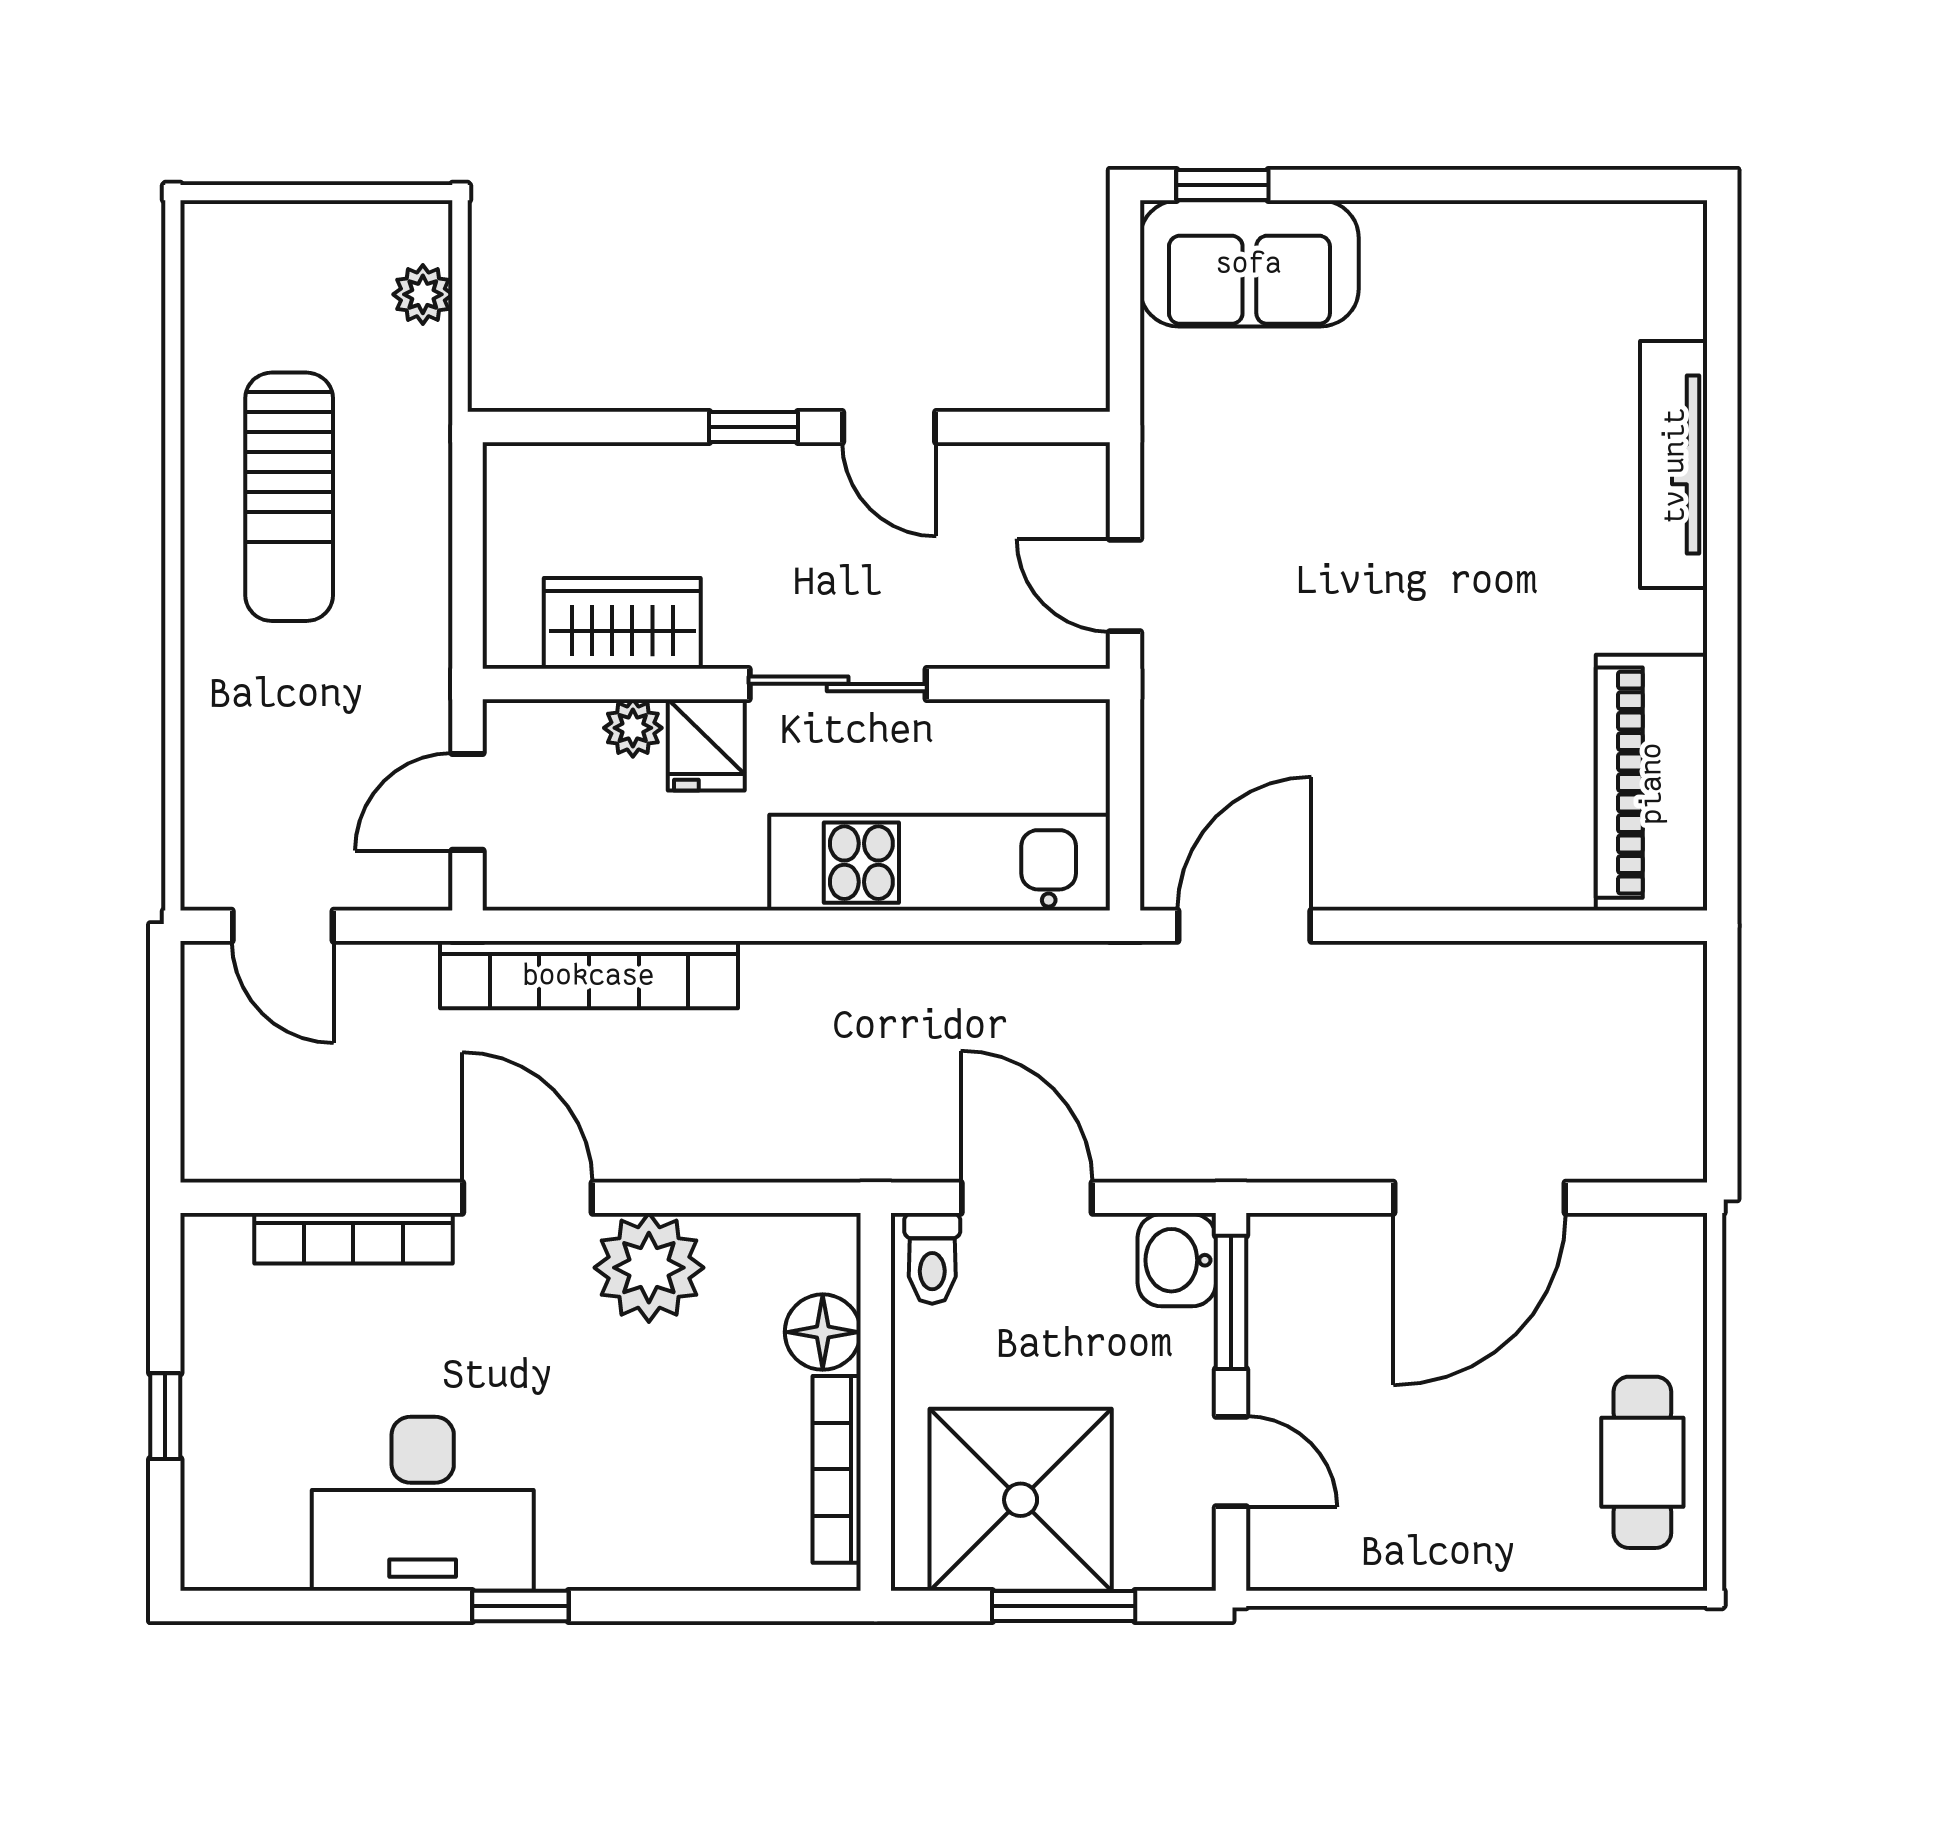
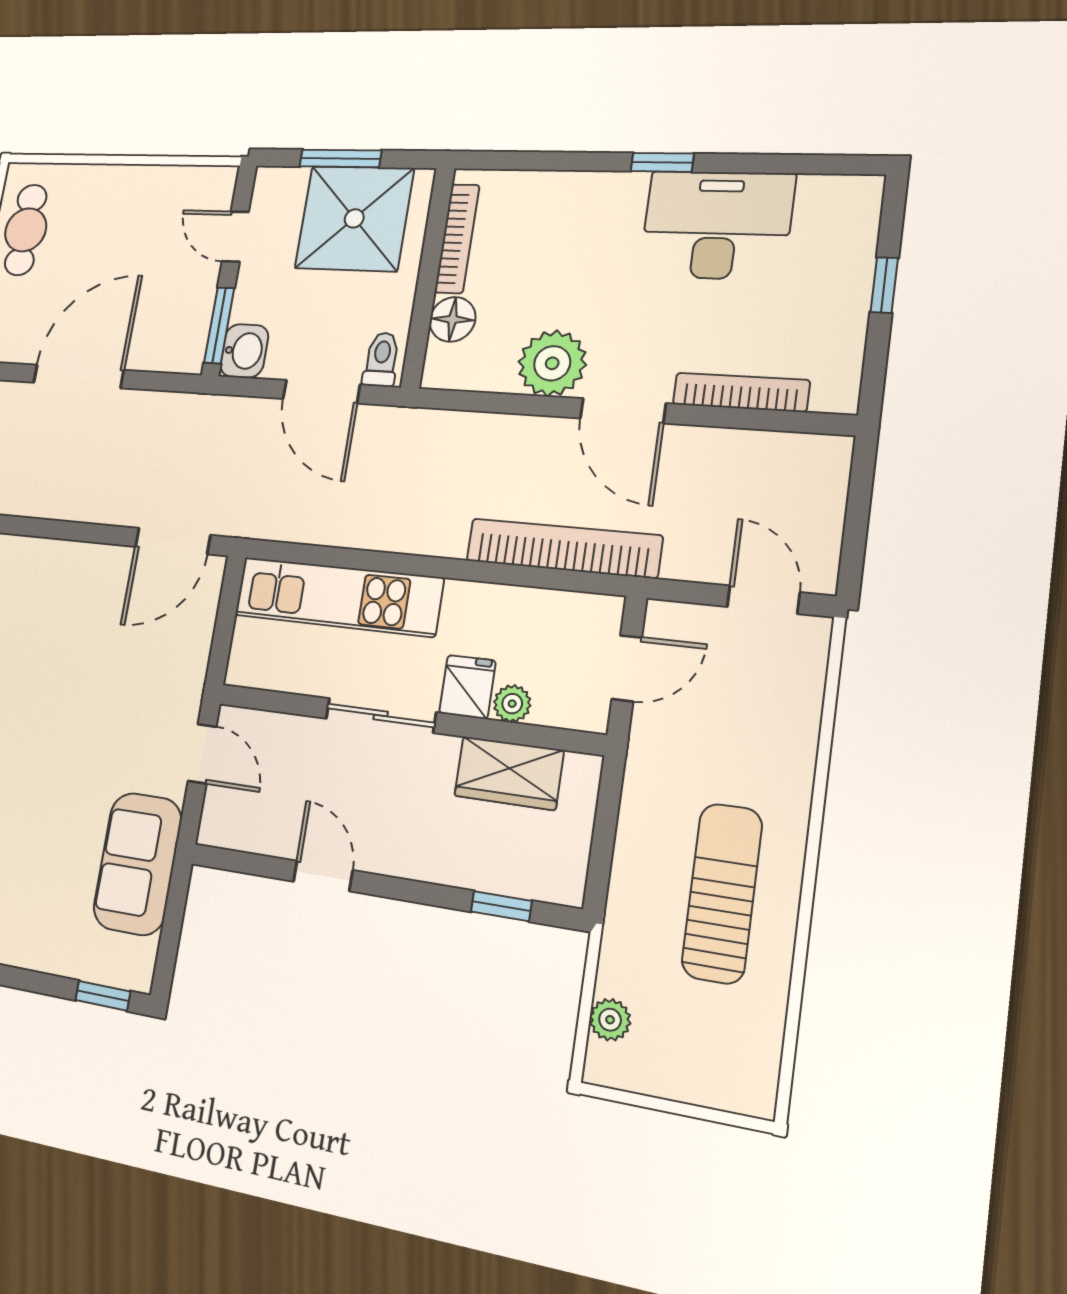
sofa: (1249, 263) -> (138, 864), moved, turned -90
window: (754, 427) -> (501, 906), moved

